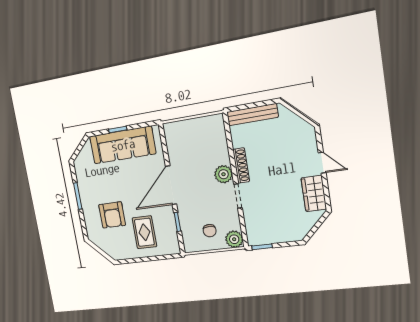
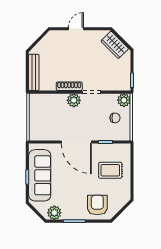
plant: (83, 170) -> (54, 213), added
wardrobe: (314, 193) -> (115, 45), moved, turned 45
armchair: (112, 215) -> (97, 205), moved, turned -90

